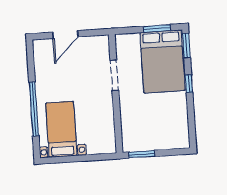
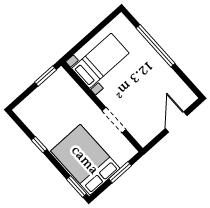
window: (157, 28) -> (120, 172), moved
window: (189, 84) -> (39, 145), moved
bed with nightstands: (61, 129) -> (100, 61), moved, turned -90

